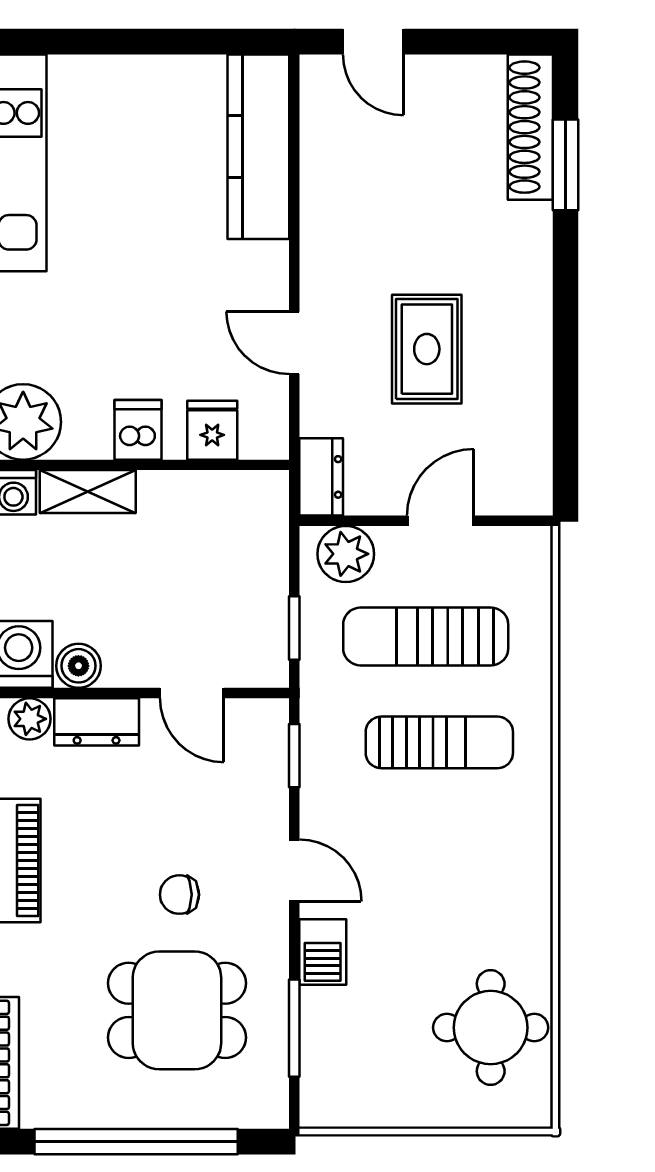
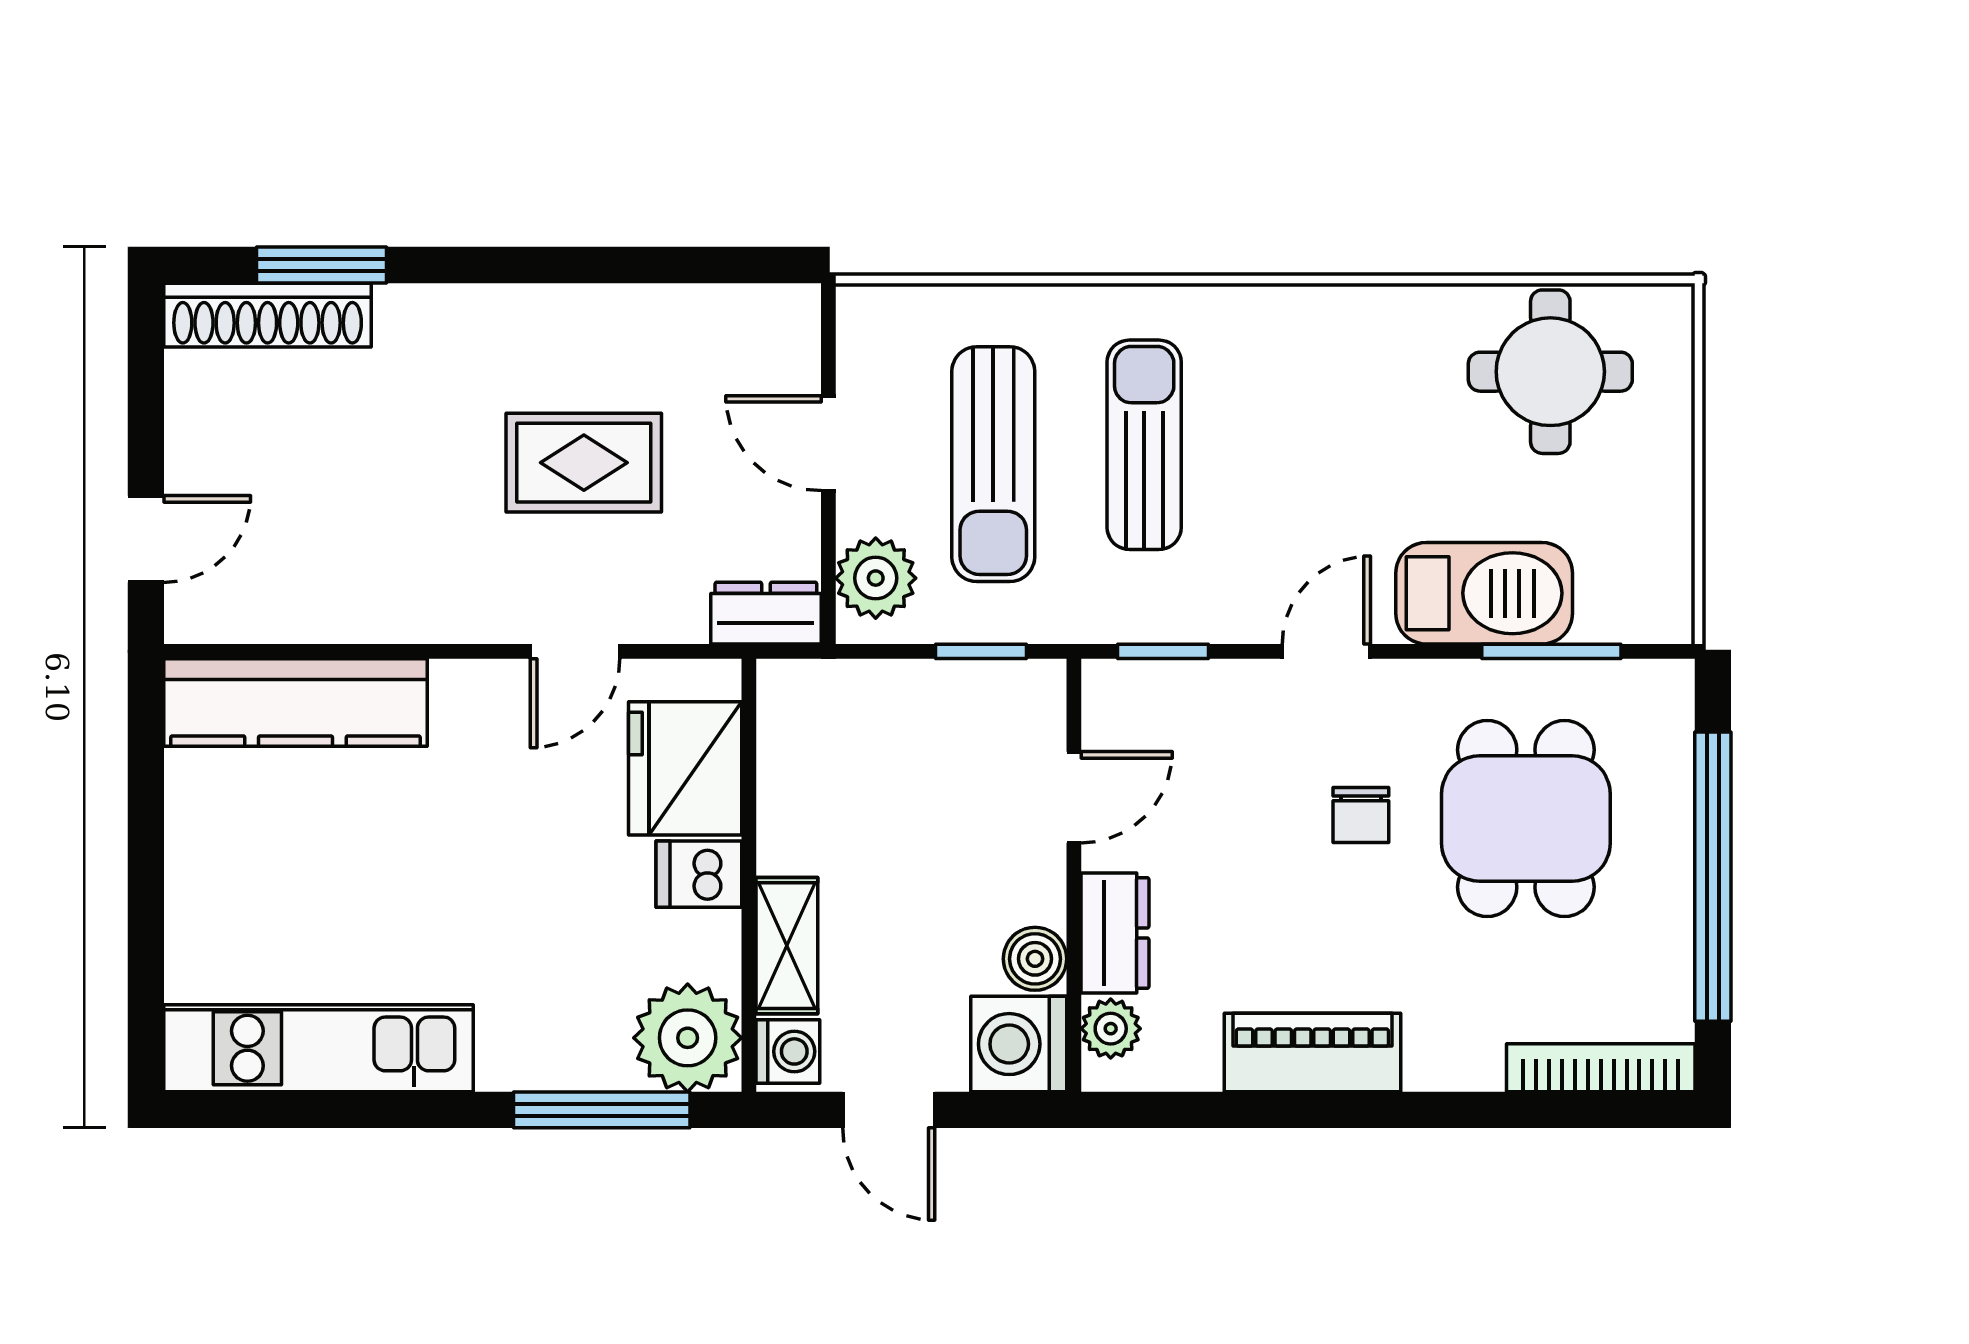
fridge: (212, 430) -> (685, 768), width x1.88, depth x1.34
barbecue: (323, 952) -> (1484, 593), width x1.88, depth x1.53

